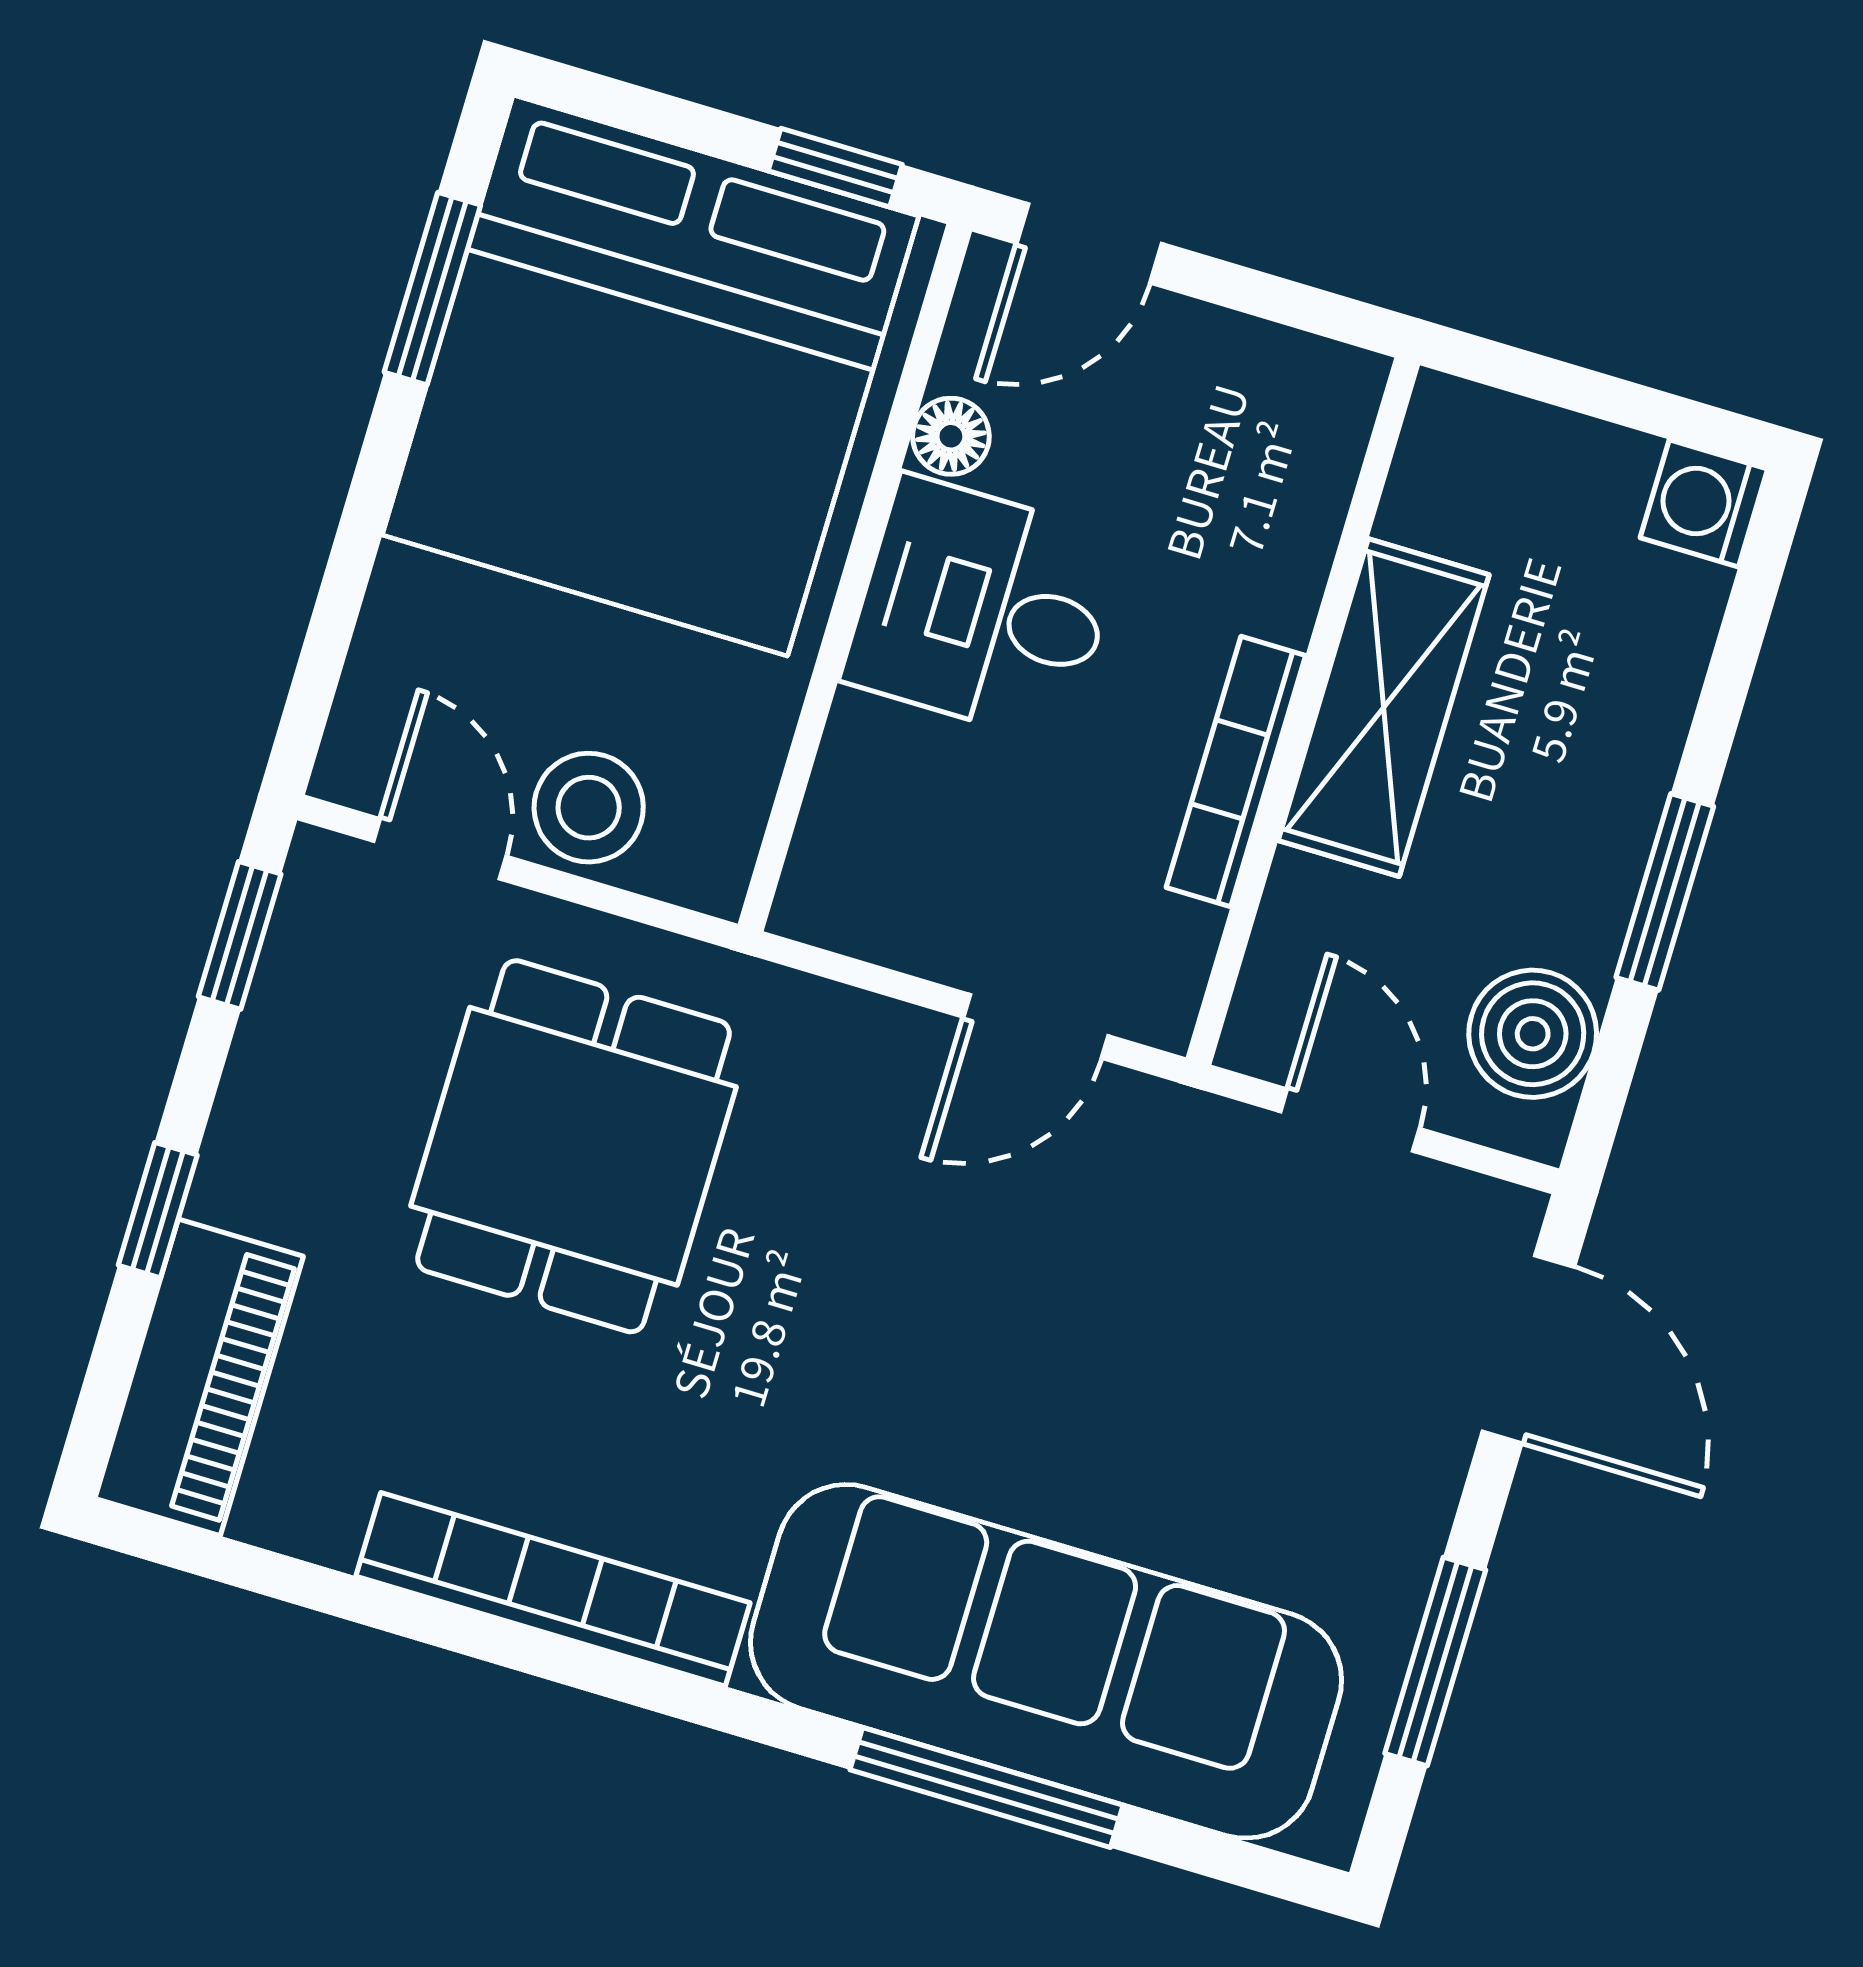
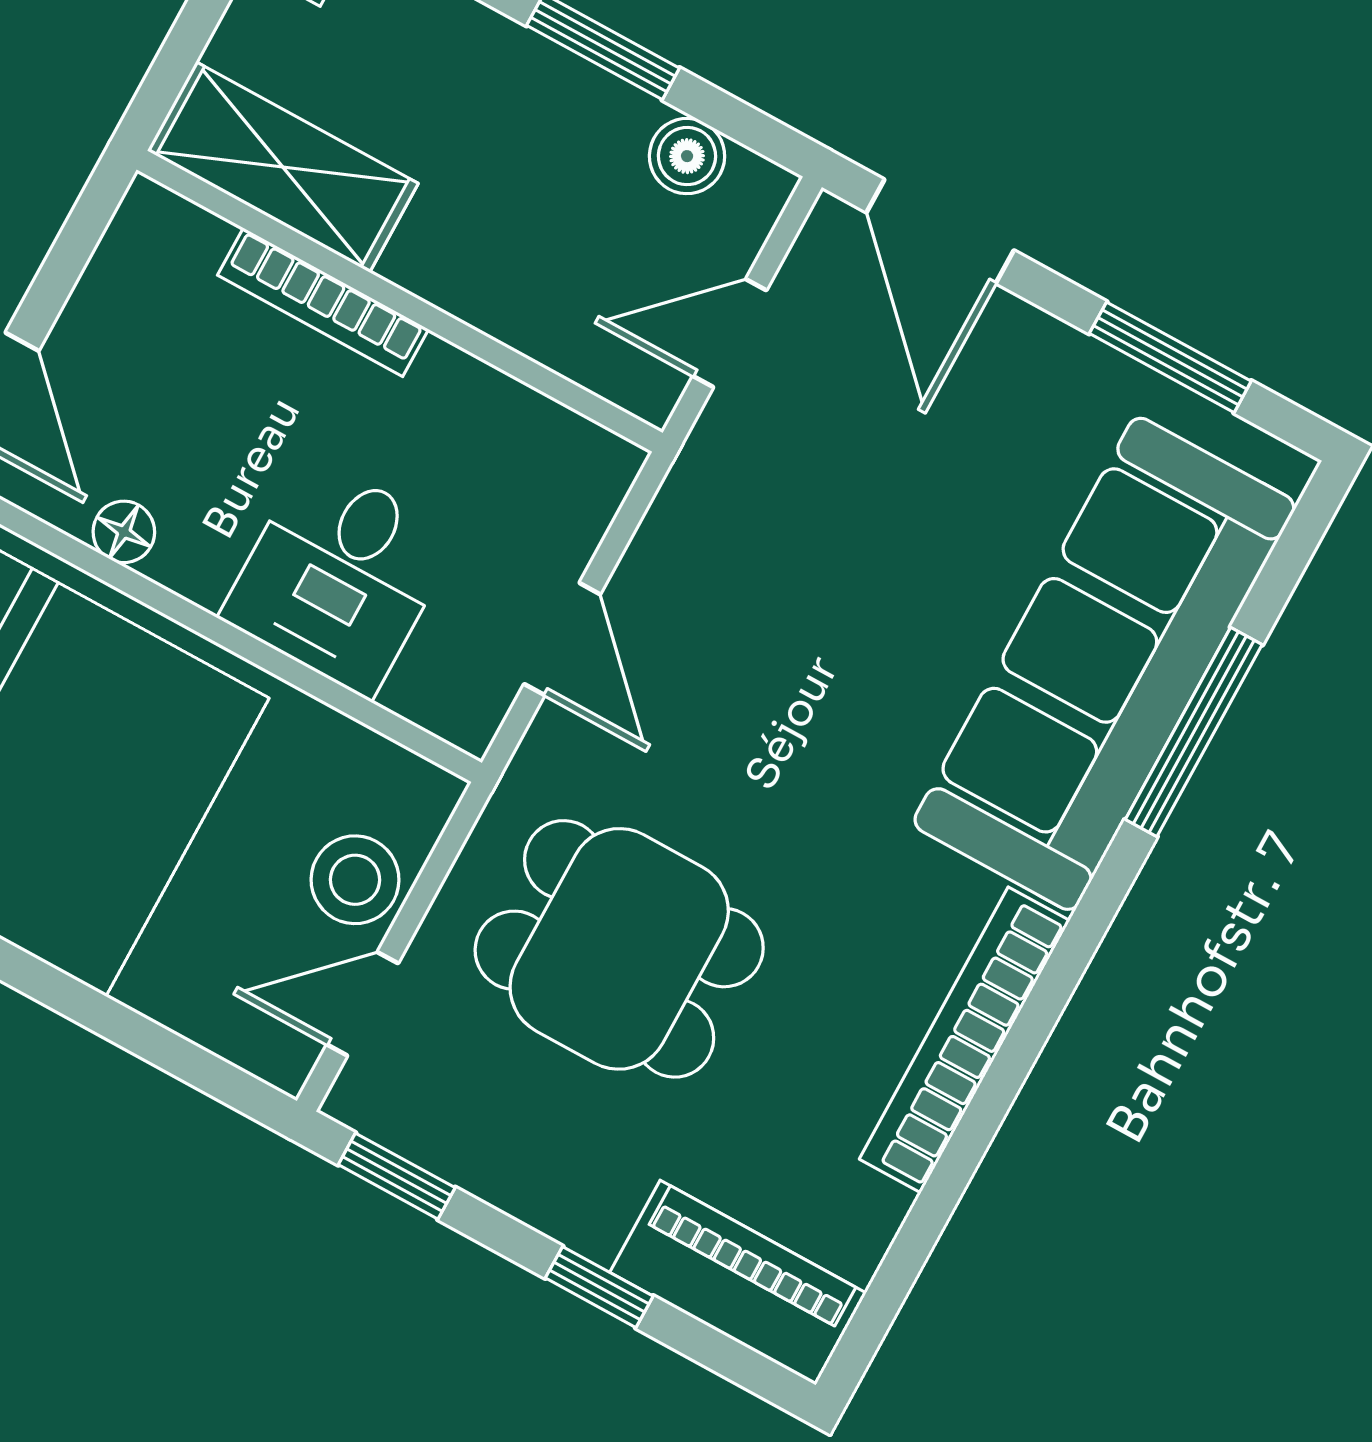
desk: (983, 609) -> (340, 577), moved
shelving: (1384, 708) -> (283, 167), moved
bookcase: (1236, 771) -> (323, 302), moved
door: (1036, 1026) -> (562, 639), moved
boiler: (1533, 1034) -> (687, 156), width x0.73, depth x0.73
door: (1528, 1349) -> (940, 231), swing flipped

